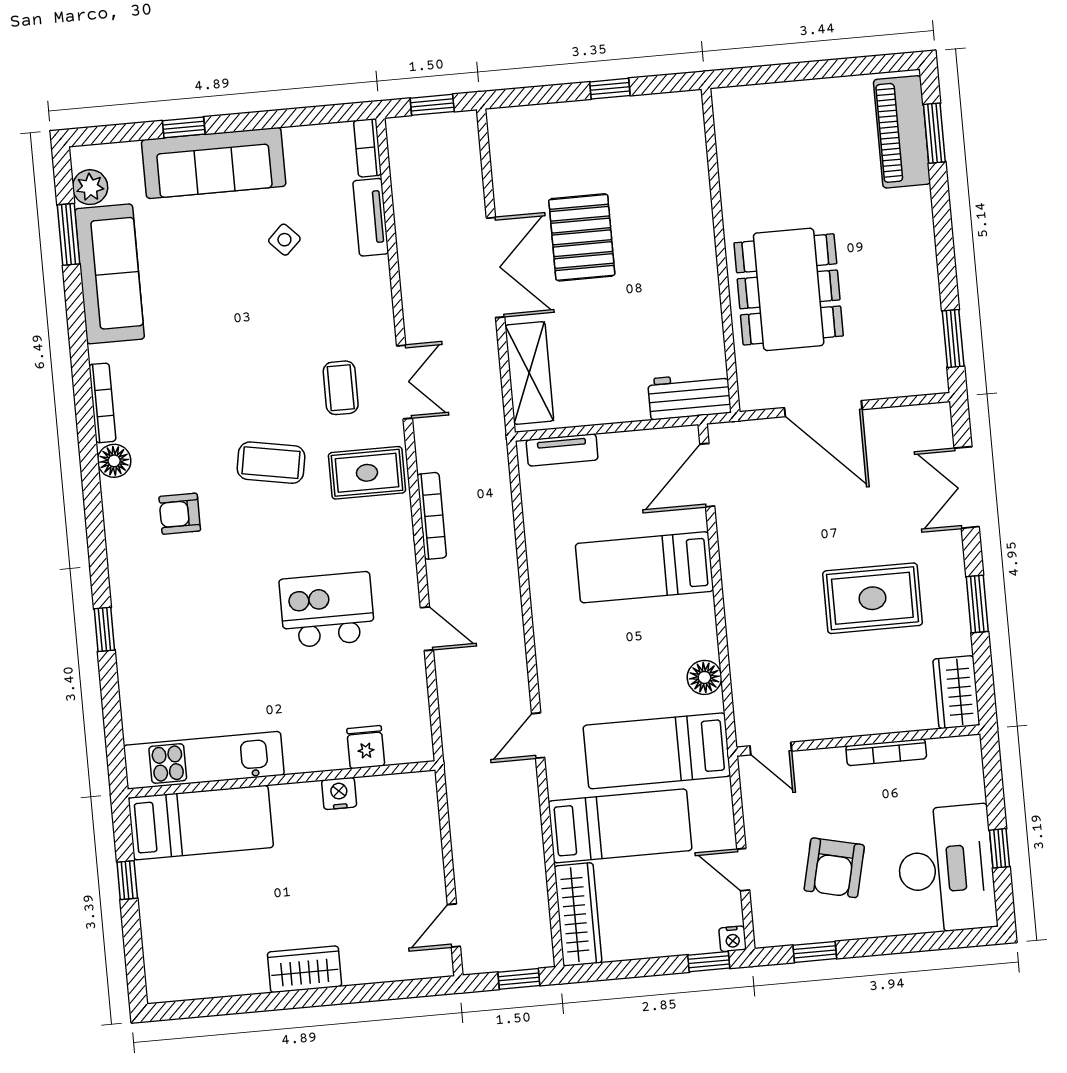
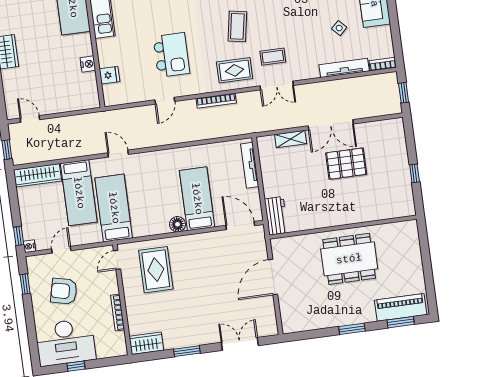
tv unit: (371, 217) -> (344, 68), width x1.41
dining table: (789, 289) -> (349, 259), moved
window: (953, 338) -> (352, 329), moved
shelving: (529, 373) -> (291, 139), width x0.67, depth x0.75
tv unit: (562, 450) -> (250, 165), width x1.41
rug: (367, 473) -> (235, 70), turned 90
rug: (872, 598) -> (156, 270), moved
floor lamp: (704, 677) -> (177, 224), moved

